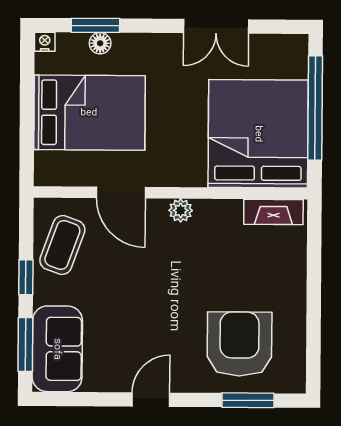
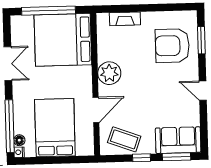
window: (95, 25) -> (10, 126), width x2.11
floor lamp: (100, 43) -> (19, 140), moved
plant: (181, 210) -> (109, 73), width x1.88, depth x1.88
fireplace: (273, 212) -> (125, 19), moved, turned 90

